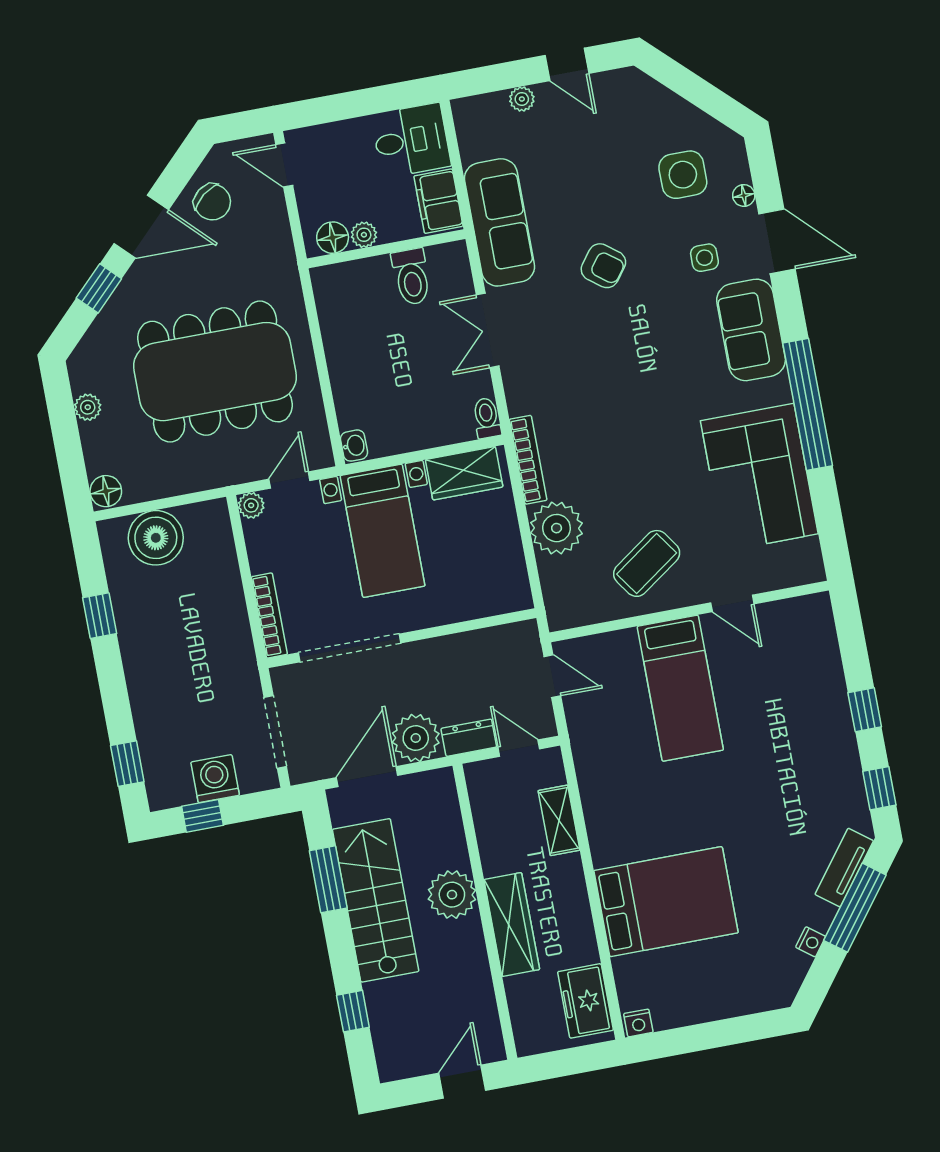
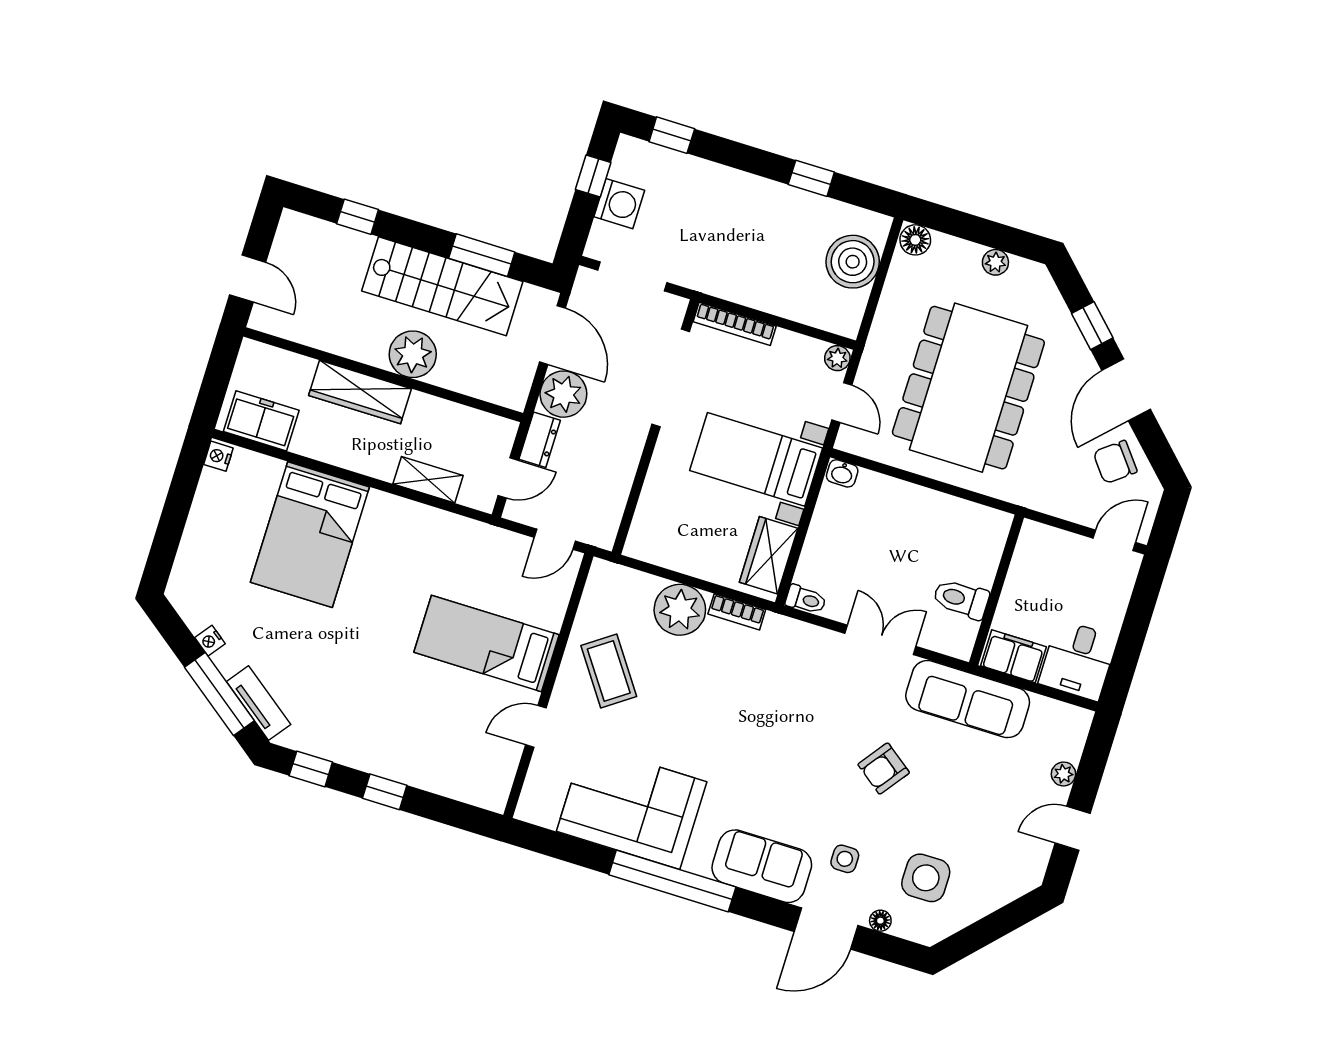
plant: (364, 235) -> (1018, 577), removed
floor lamp: (333, 238) -> (1030, 549), removed
bookcase: (528, 460) -> (737, 612), width x0.64

